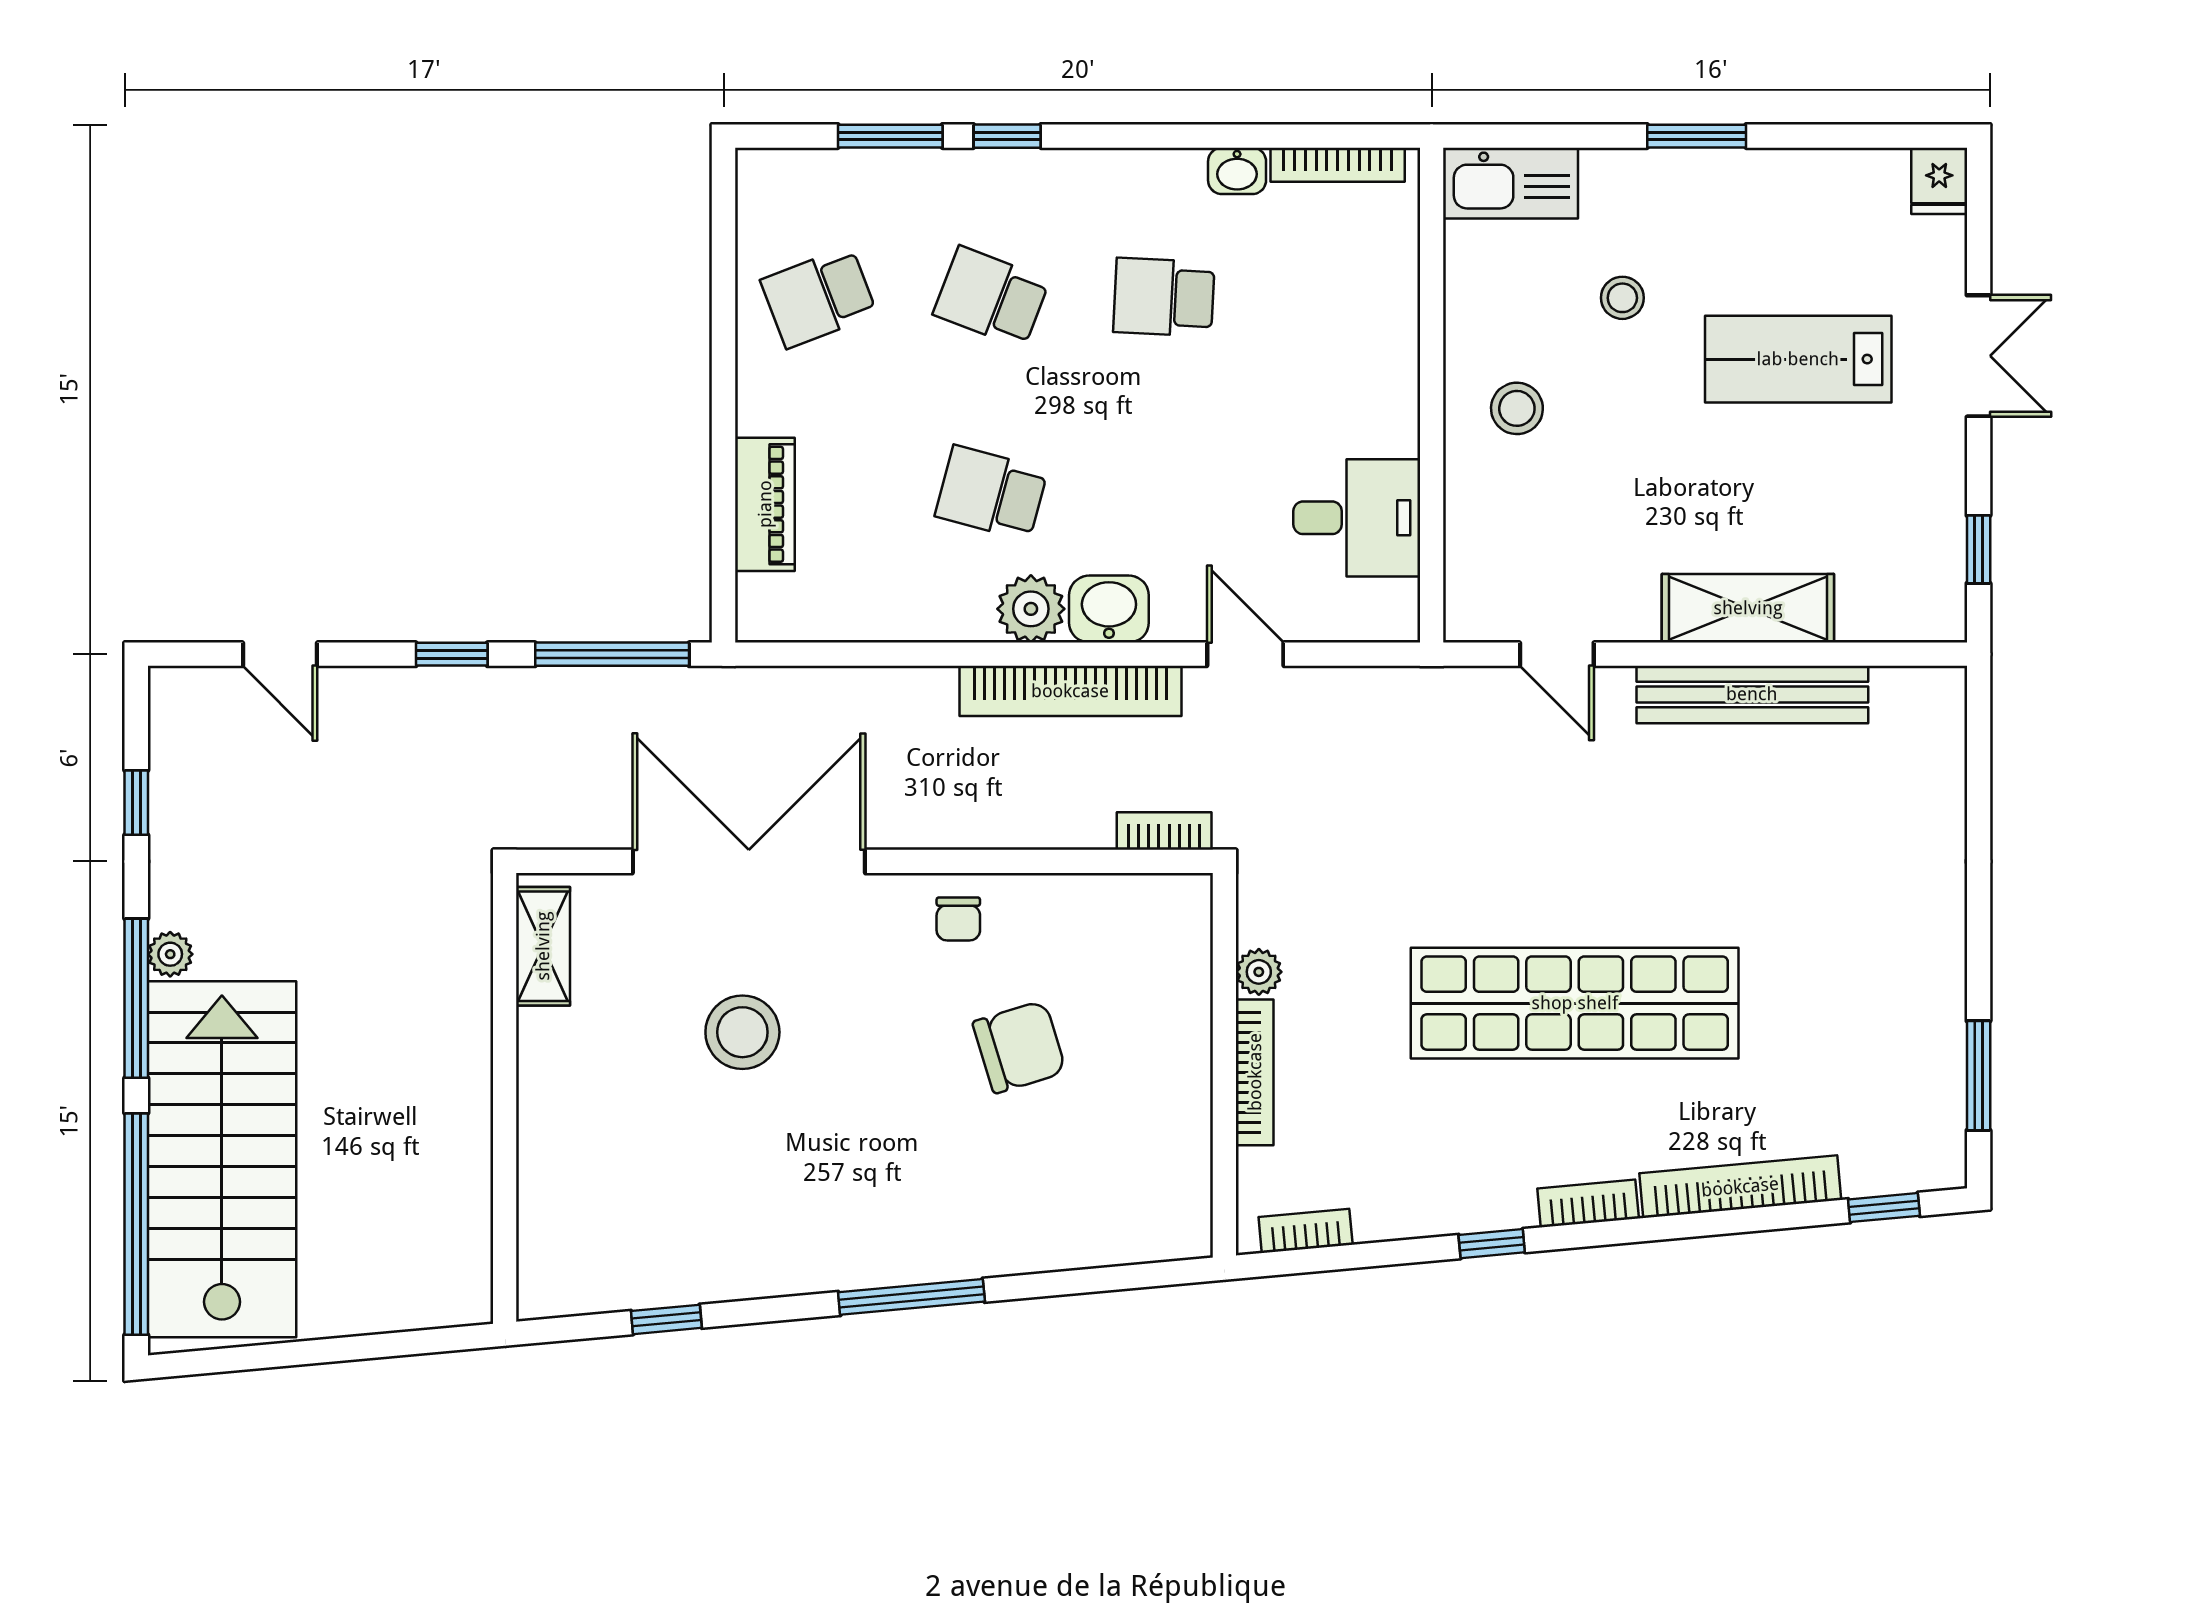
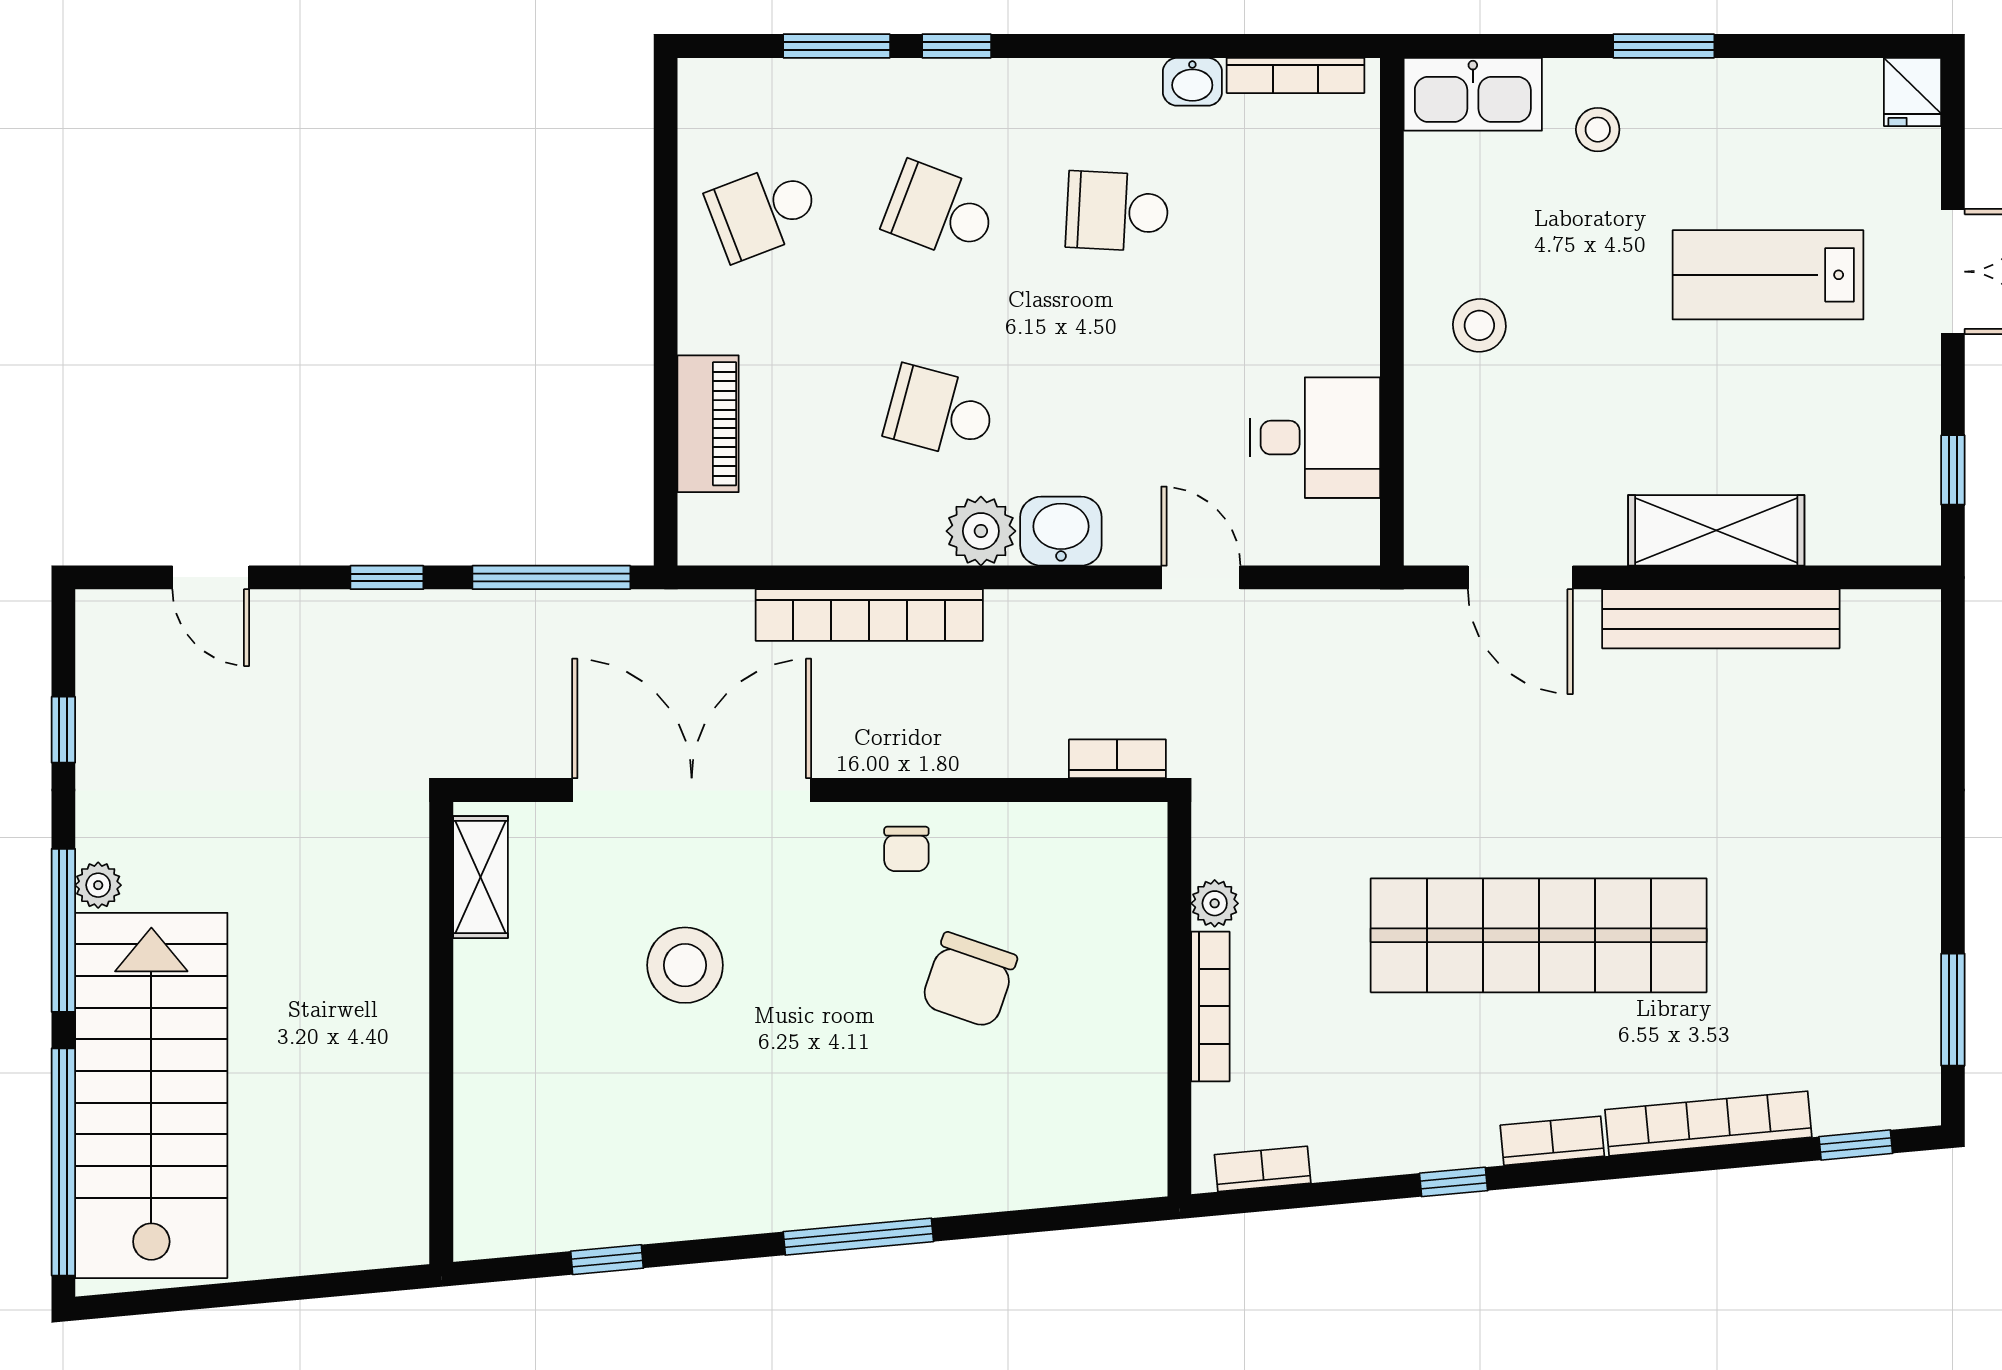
stool: (1622, 298) -> (1598, 130), moved
door: (1557, 654) -> (1520, 577), width x1.38
bookcase: (1070, 691) -> (869, 615), moved
chair: (1019, 1047) -> (969, 980), turned 126

